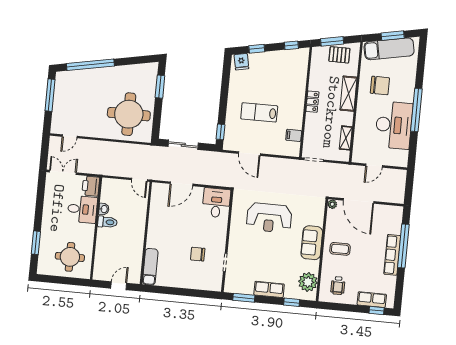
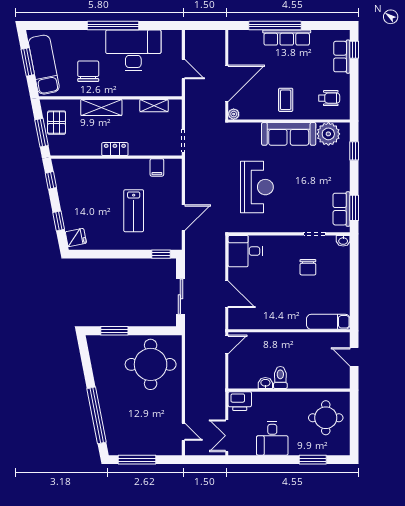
desk: (82, 209) -> (272, 438), moved, turned 180
sofa: (312, 243) -> (289, 134), width x1.36
washbasin: (217, 286) -> (343, 241), added
row of seats: (269, 289) -> (342, 209), moved

